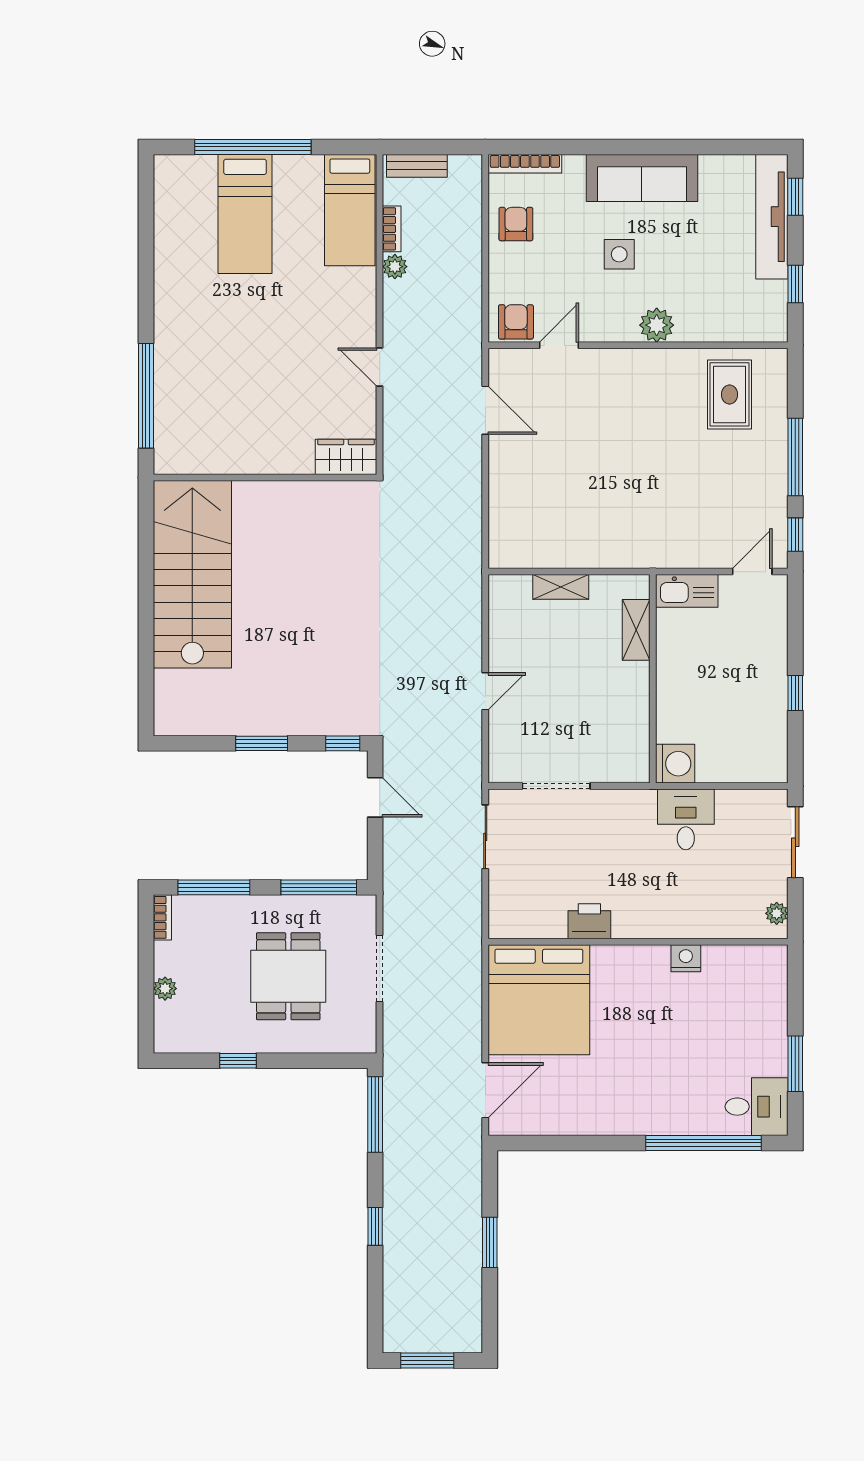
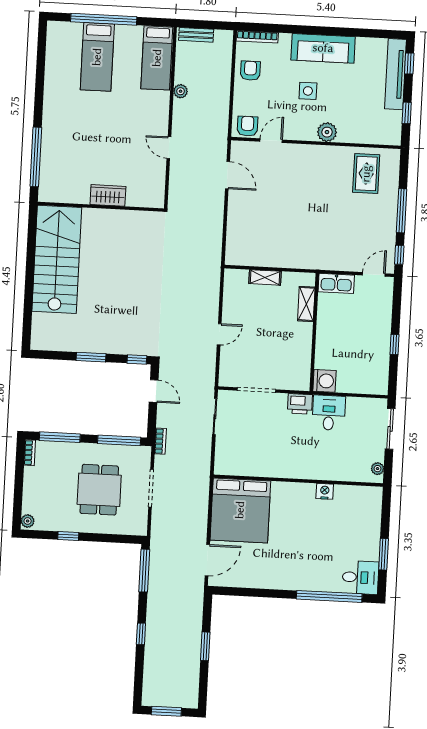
bookcase: (392, 229) -> (160, 441), moved
wardrobe: (346, 457) -> (108, 195), moved
printer: (589, 921) -> (300, 404), moved, turned 180
plant: (165, 989) -> (28, 521), moved

